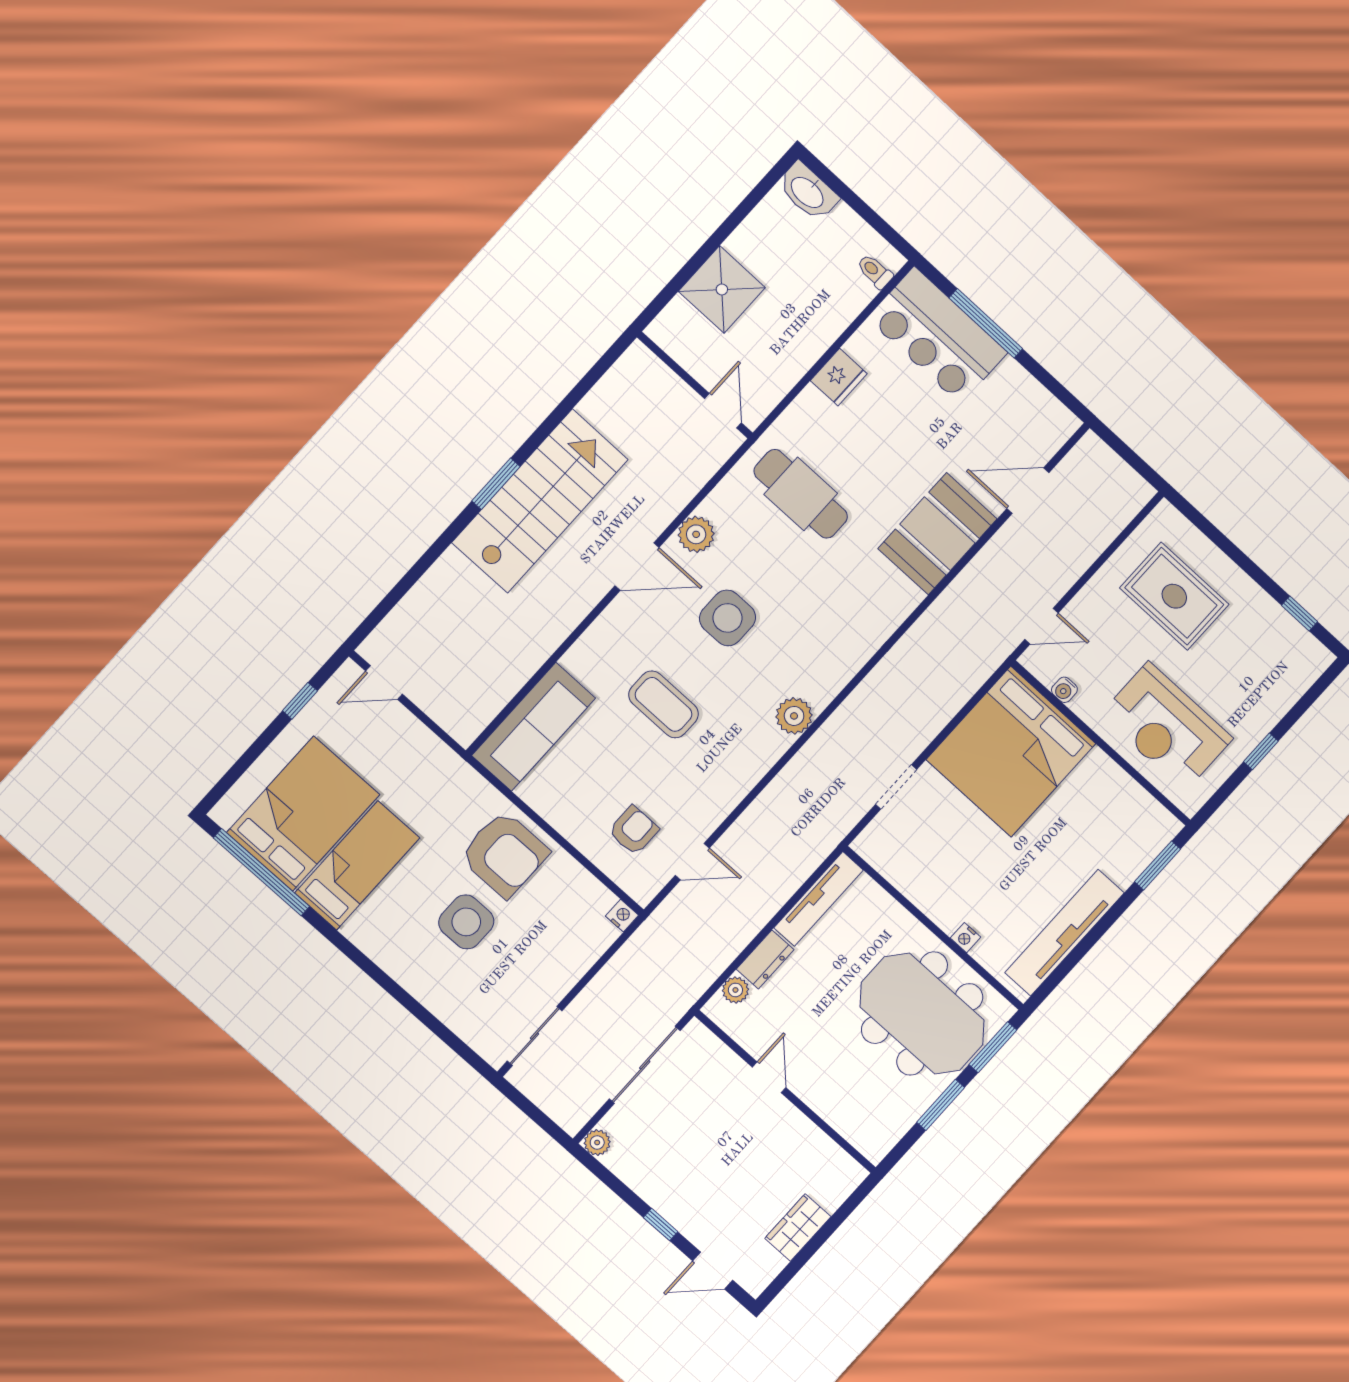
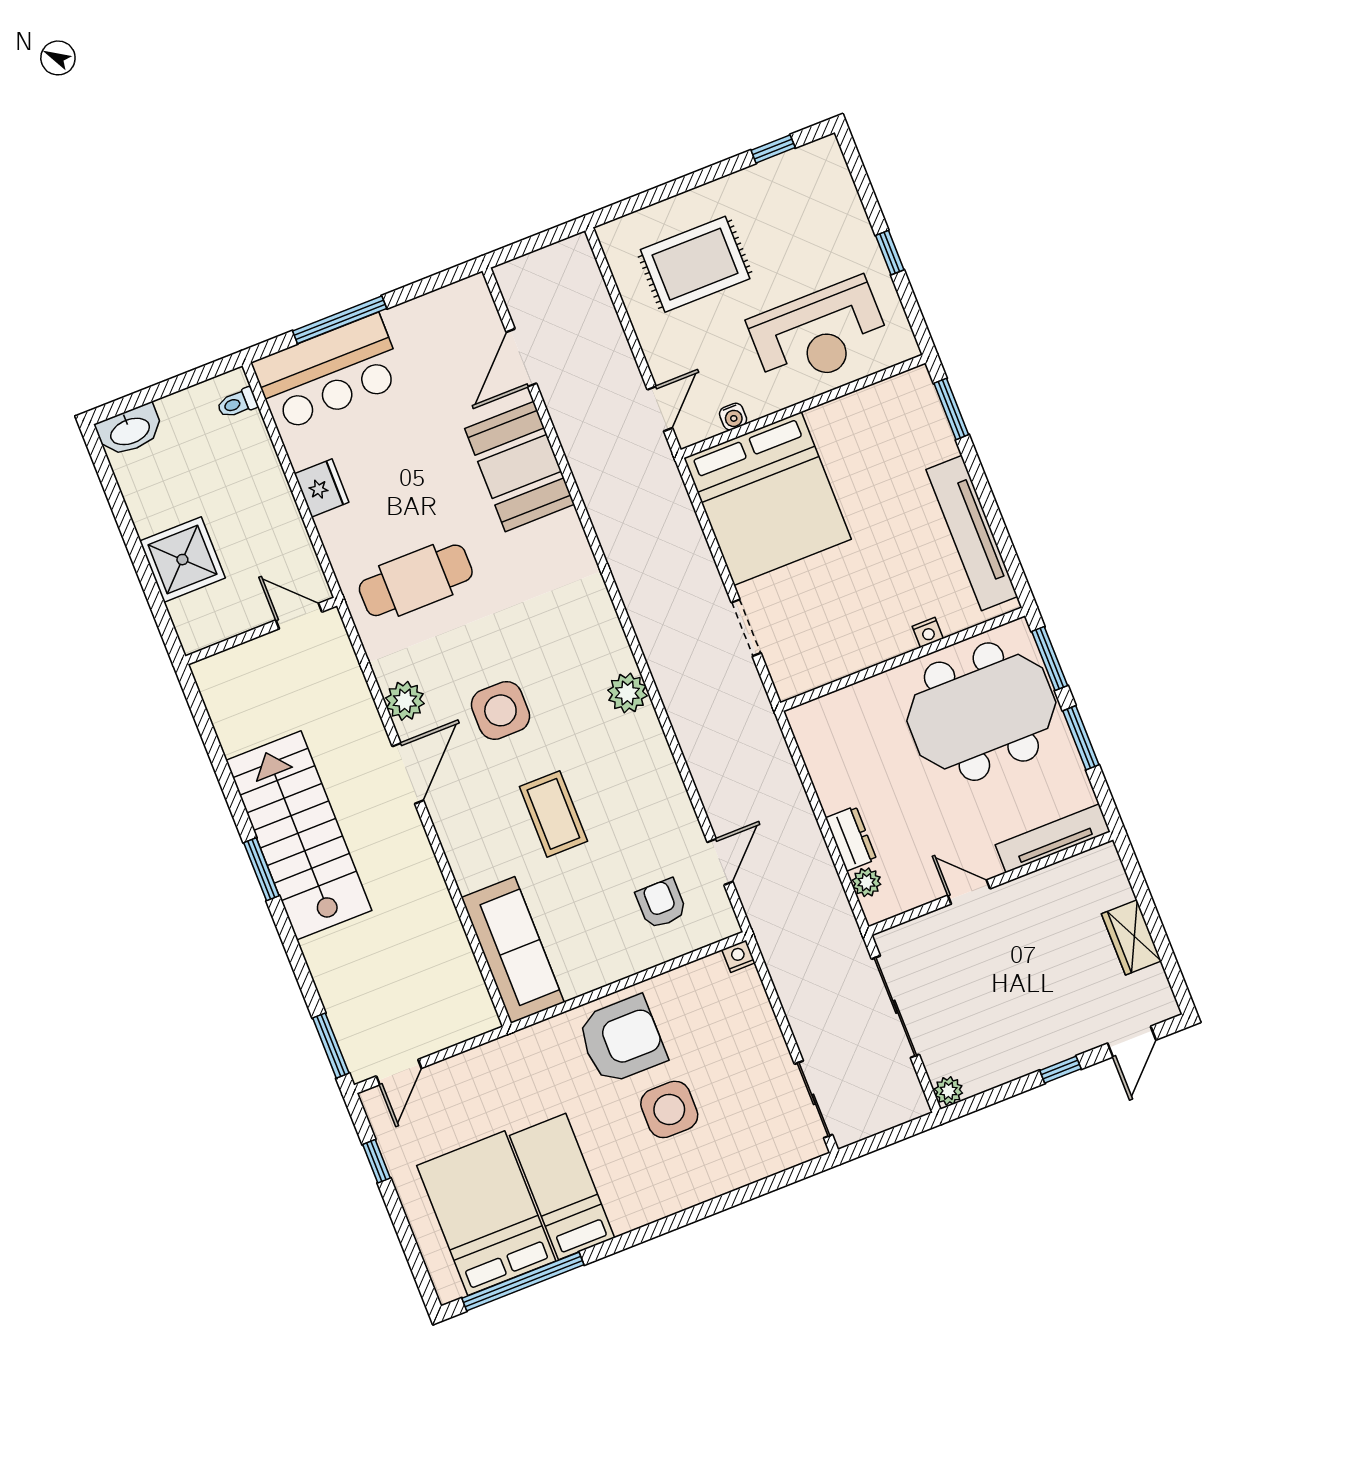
window: (378, 615) -> (331, 1046), added
coffee table: (664, 704) -> (553, 814), turned 90
tv unit: (819, 899) -> (1053, 838), moved, turned -90

